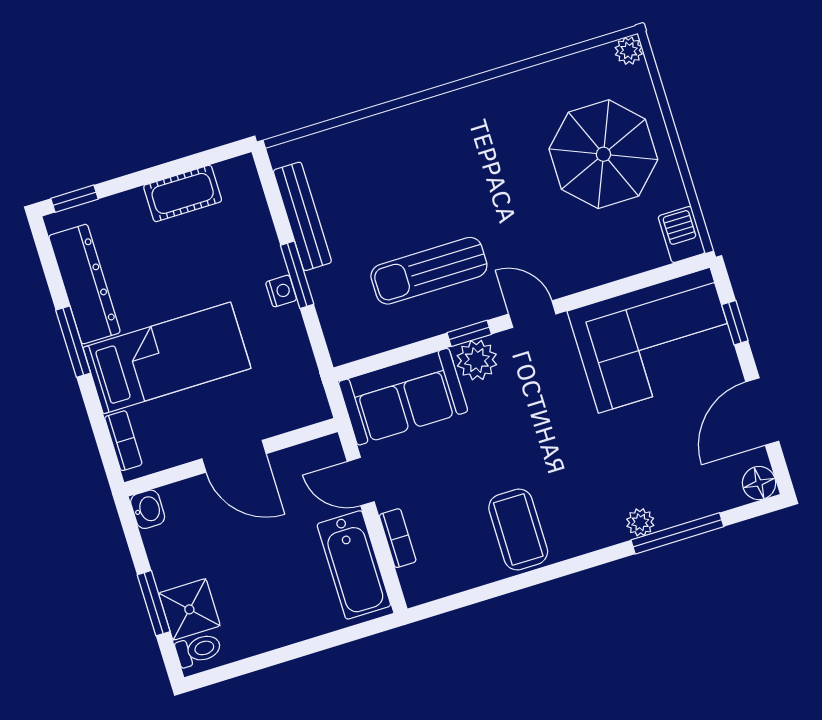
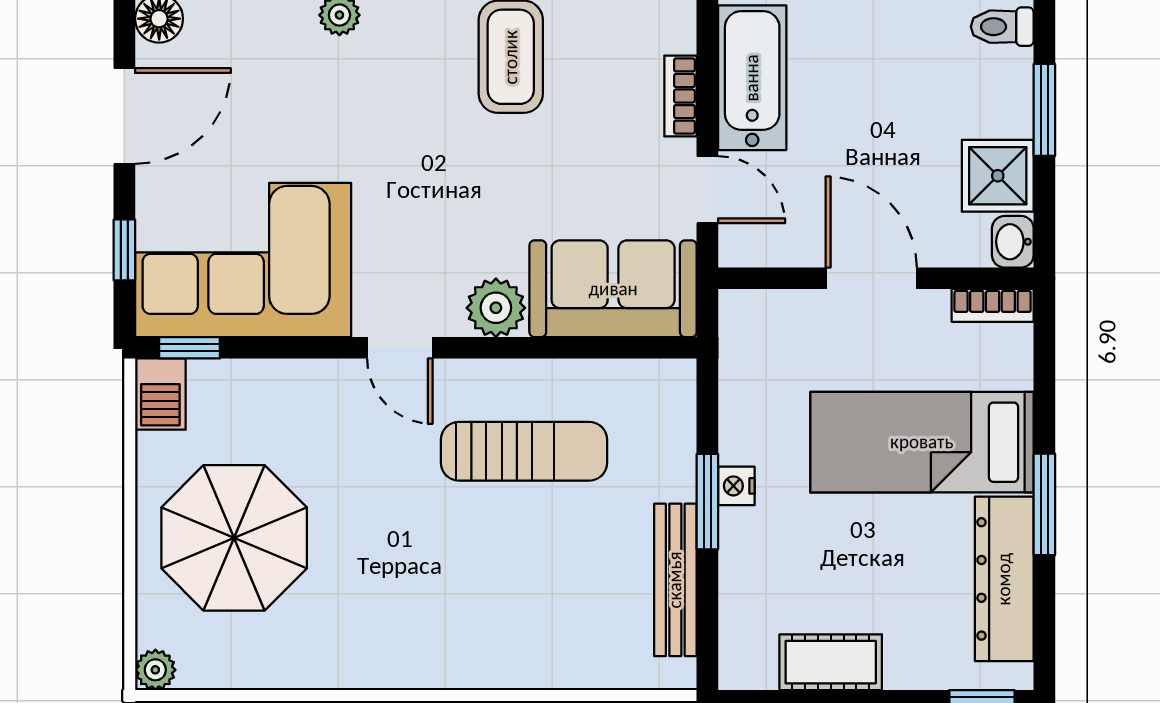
window: (469, 333) -> (190, 348), moved
bookcase: (123, 441) -> (993, 305), moved, turned -90
shower: (189, 609) -> (998, 176), moved

